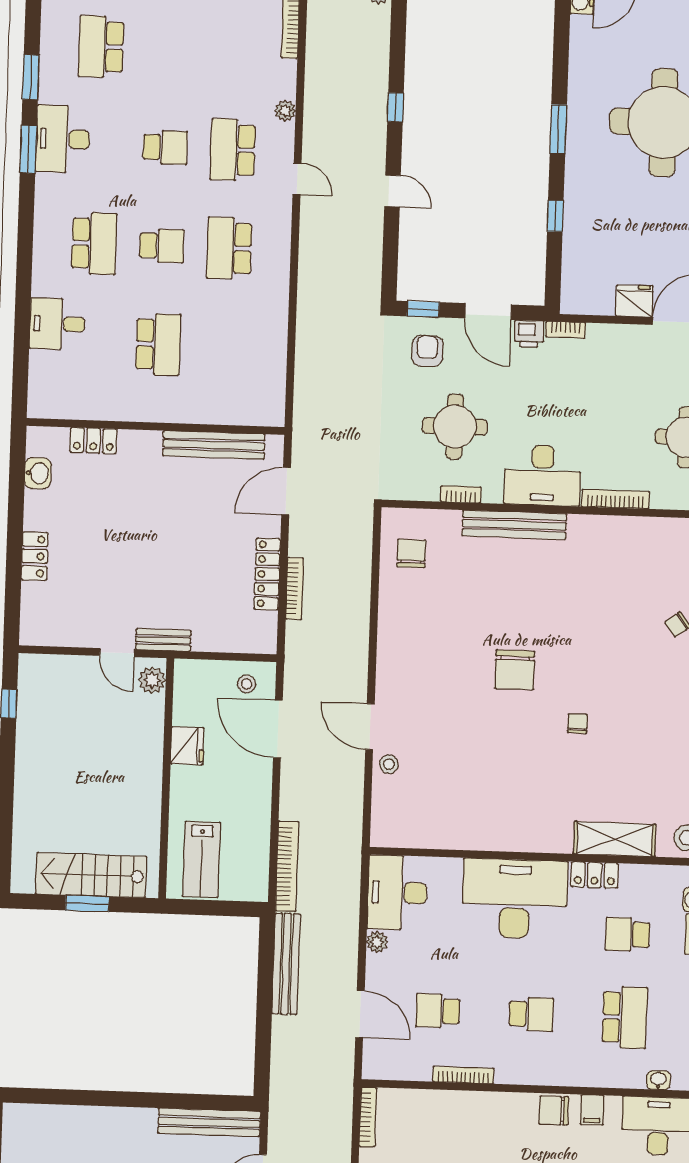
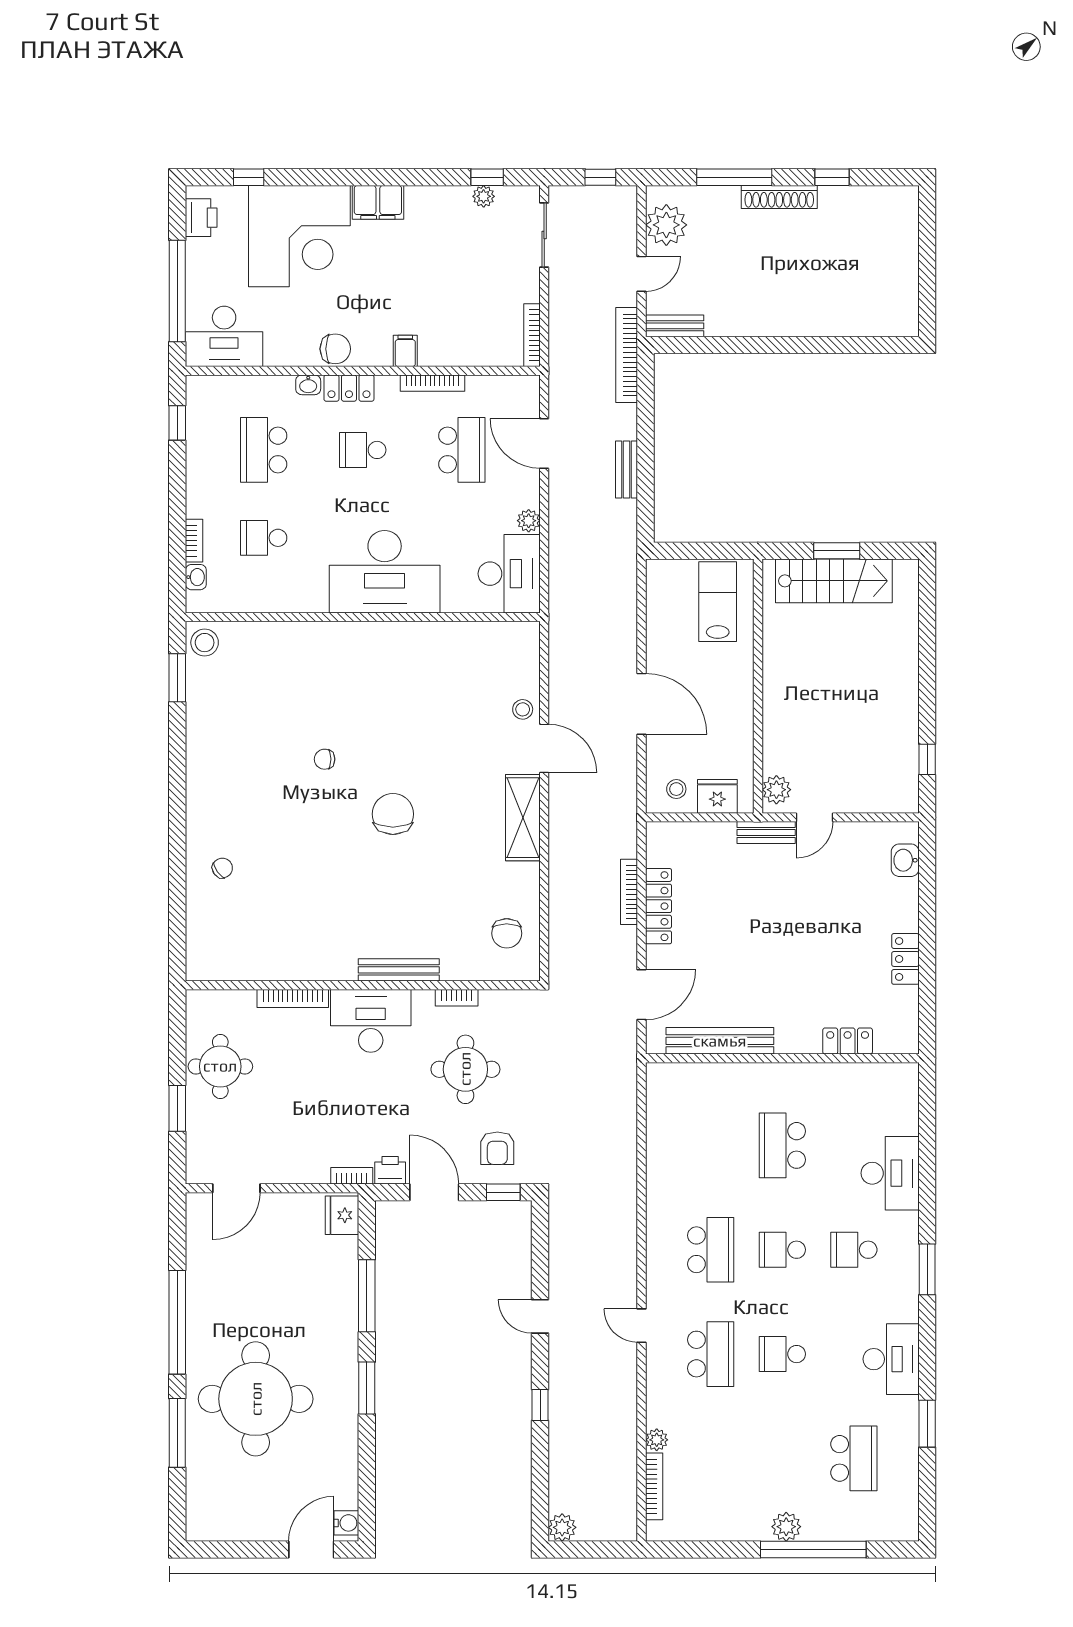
plant: (285, 111) -> (657, 1440), moved
window: (28, 149) -> (927, 1269), moved
window: (555, 216) -> (367, 1296), width x2.17
school desk: (94, 243) -> (854, 1250), width x0.54
fridge: (634, 301) -> (342, 1215), moved, turned 90
desk: (57, 324) -> (890, 1173), width x1.37
washbasin: (38, 473) -> (905, 860), moved
bench: (514, 525) -> (399, 970), width x0.73, depth x0.82
locker: (35, 556) -> (905, 959), moved
door: (117, 653) -> (815, 817), swing flipped
chair: (577, 724) -> (325, 759), turned 90
door: (278, 729) -> (642, 704), moved
fridge: (187, 746) -> (717, 796), moved, turned 90
shelving: (615, 839) -> (523, 818), moved, turned 90
bookcase: (287, 866) -> (627, 355), moved
locker: (594, 875) -> (349, 388), moved, turned 180
school desk: (628, 935) -> (264, 538), turned 180
bench: (286, 964) -> (627, 469), width x0.54, depth x0.82
school desk: (438, 1011) -> (462, 450), width x1.85
washbasin: (658, 1080) -> (308, 385), moved
filing cabinet: (592, 1110) -> (405, 351), moved
bench: (209, 1122) -> (675, 326), width x0.54, depth x0.82

